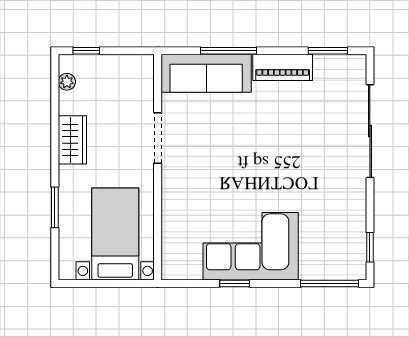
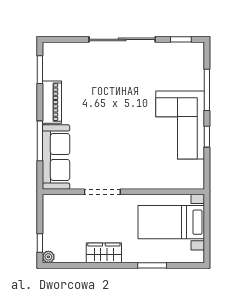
plant: (67, 82) -> (48, 257), moved
sliding door: (370, 131) -> (122, 39), moved
window: (330, 284) -> (207, 90), moved

